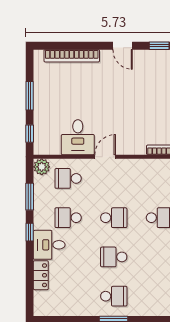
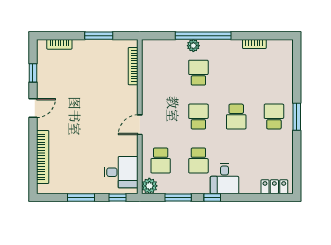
desk: (78, 137) -> (121, 172), moved
door: (105, 157) -> (140, 125), hinge flipped
locker: (41, 275) -> (274, 187), moved

